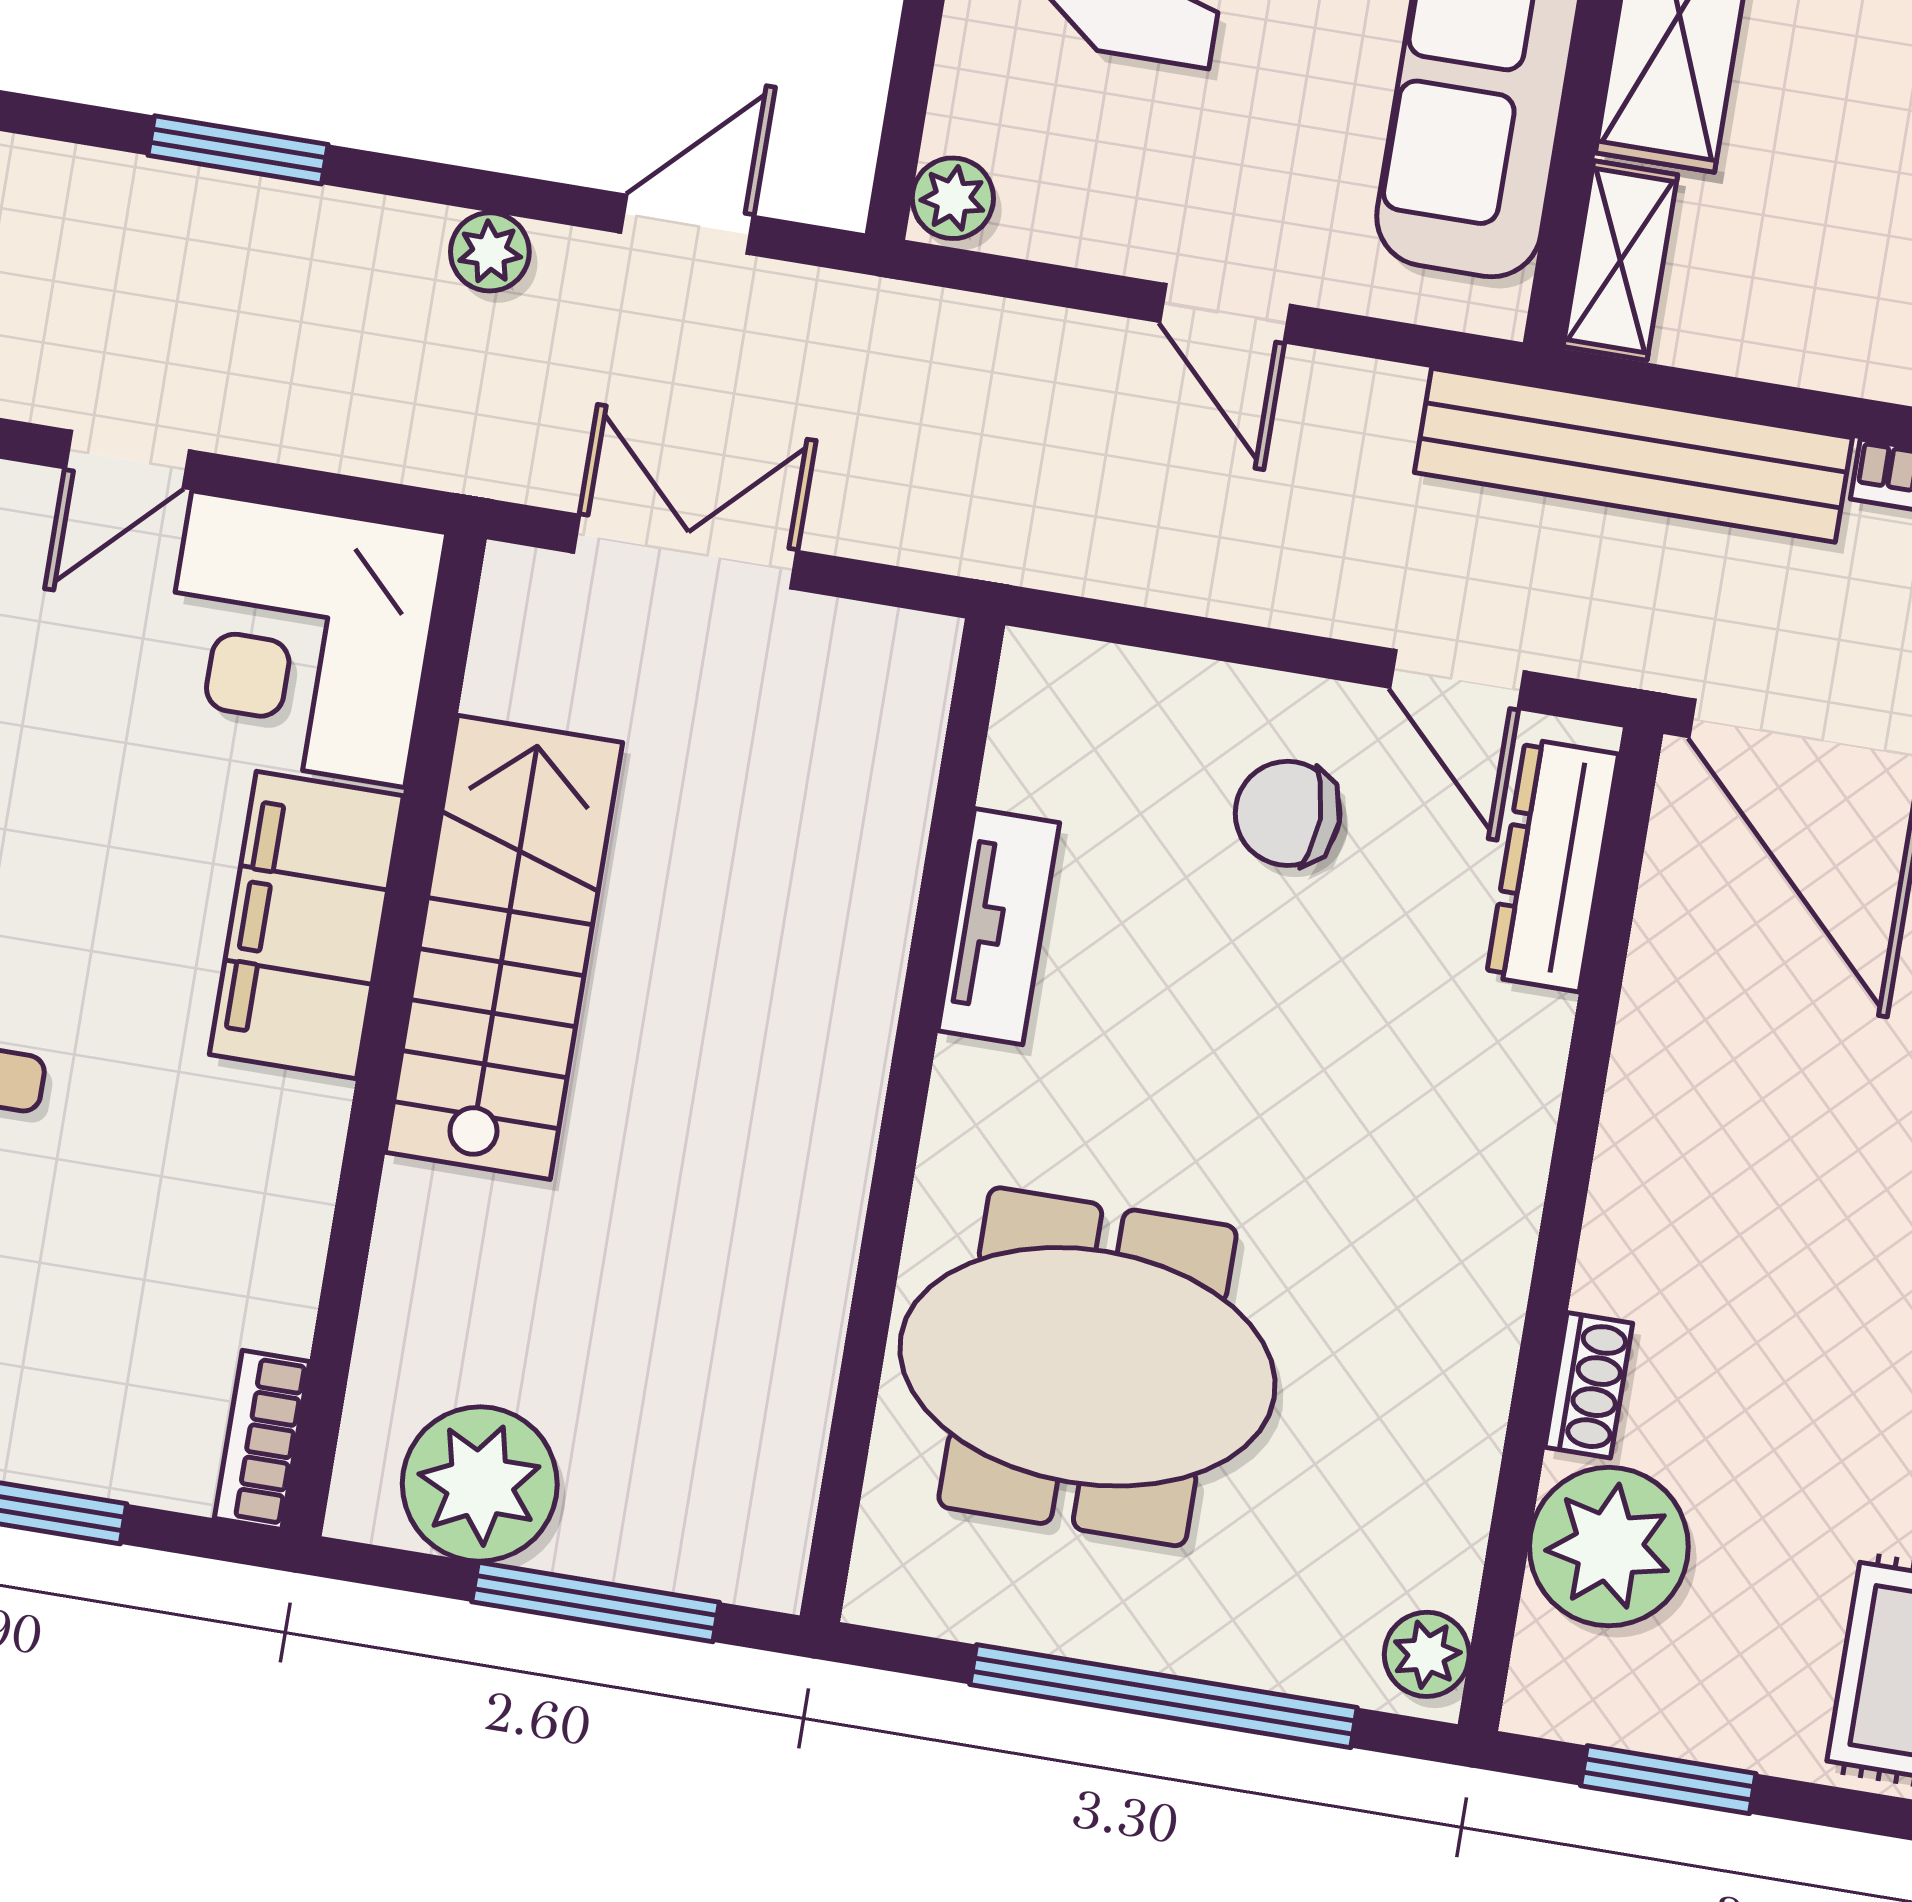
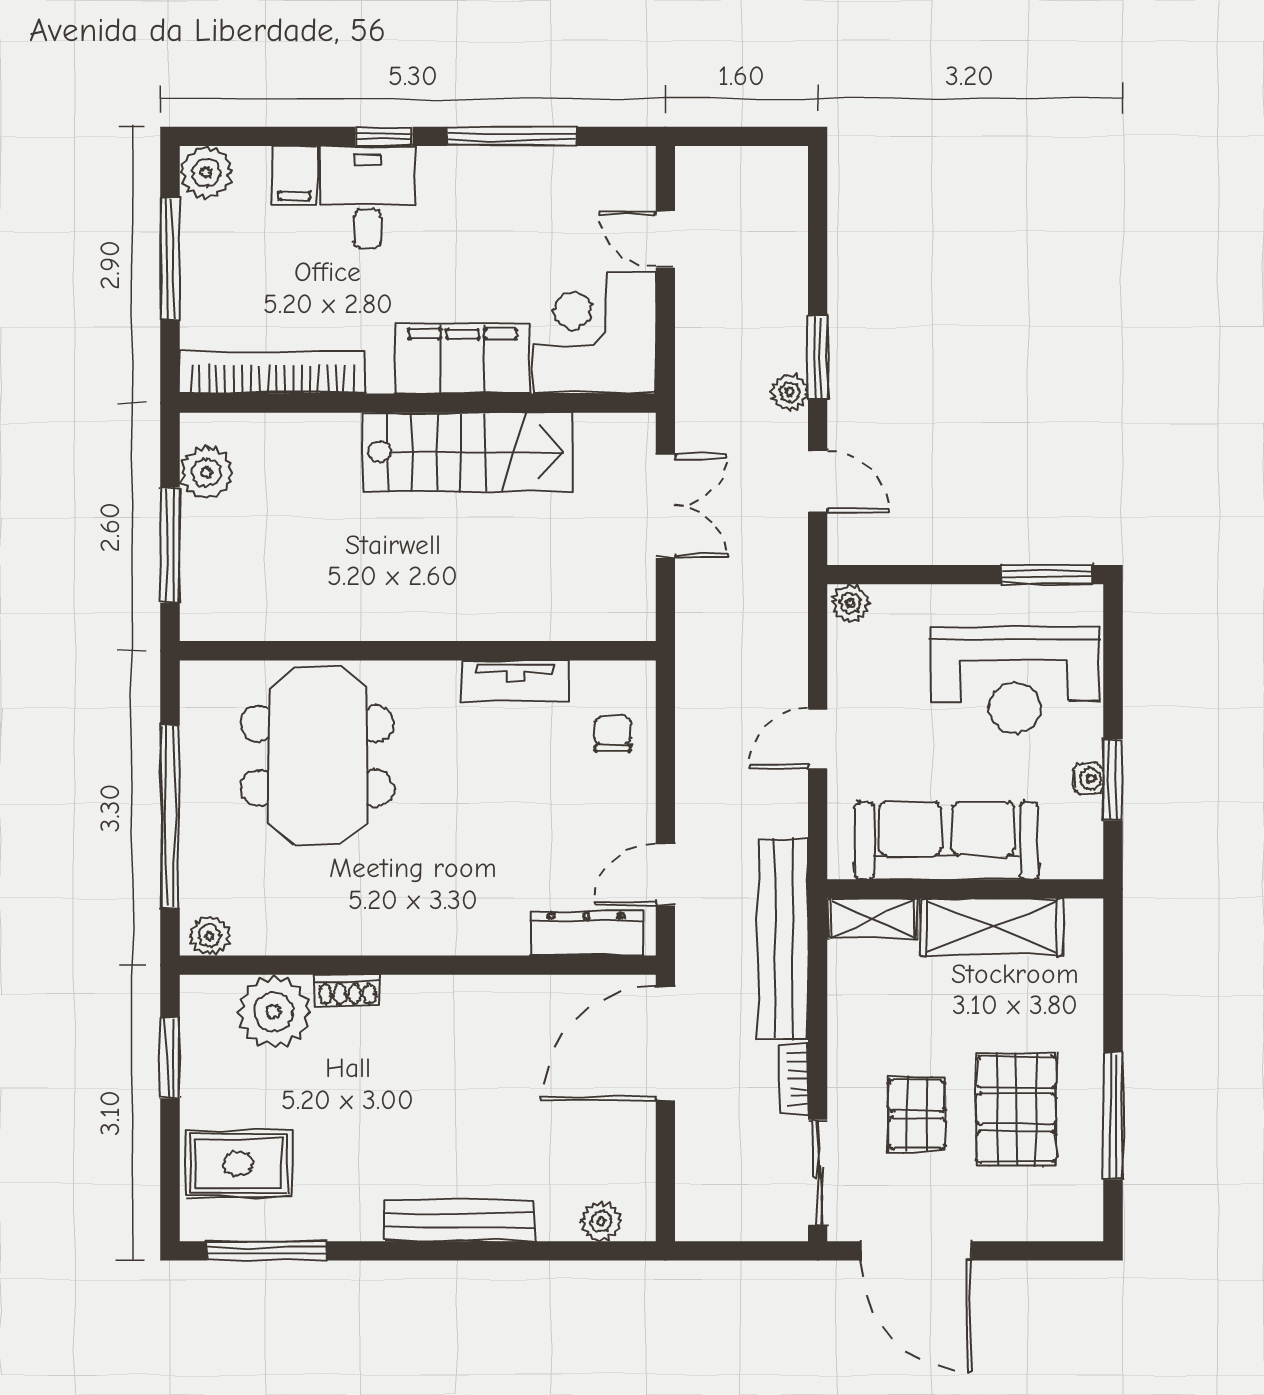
window: (238, 150) -> (818, 357), moved
chair: (1288, 813) -> (613, 734), moved, width x0.73, depth x0.73
bookcase: (262, 1440) -> (272, 372), width x2.31, depth x1.31
plant: (480, 1484) -> (206, 472), width x0.73, depth x0.73

